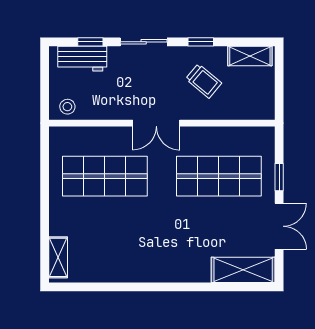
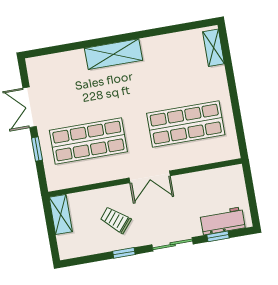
shelving: (250, 56) -> (61, 215), moved, turned 90
stool: (67, 107) -> (228, 178), removed
double door: (156, 123) -> (150, 177), swing flipped
shelving: (243, 270) -> (114, 54), moved

